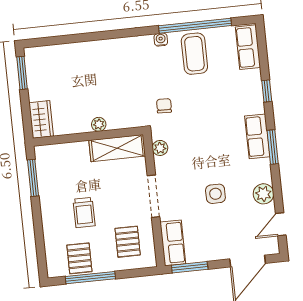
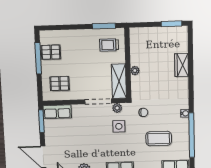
coffee table: (194, 54) -> (159, 139), moved
wardrobe: (41, 119) -> (182, 65), moved, turned 90
side table: (215, 194) -> (119, 126), moved
doorway: (154, 196) -> (98, 101), moved
trolley: (84, 213) -> (109, 45), moved

